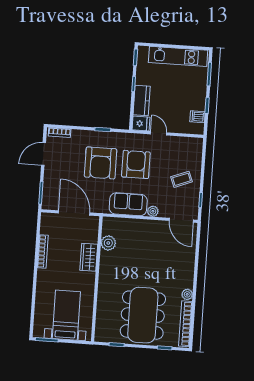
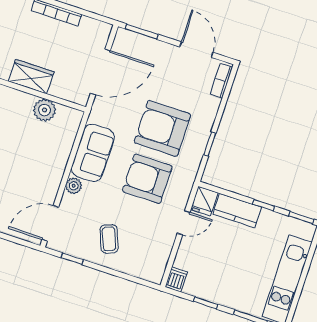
dishwasher: (198, 117) -> (176, 279), moved
armchair: (136, 164) -> (147, 179), turned 180

